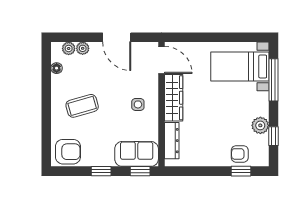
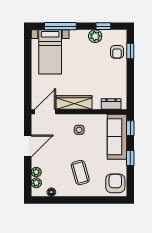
dresser: (172, 141) -> (111, 104), width x0.70
sofa: (137, 154) -> (117, 137), width x1.36

